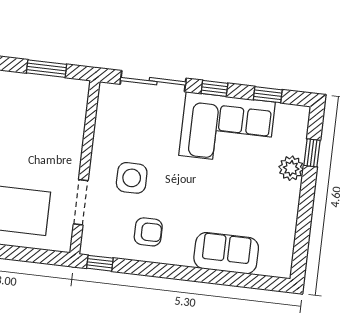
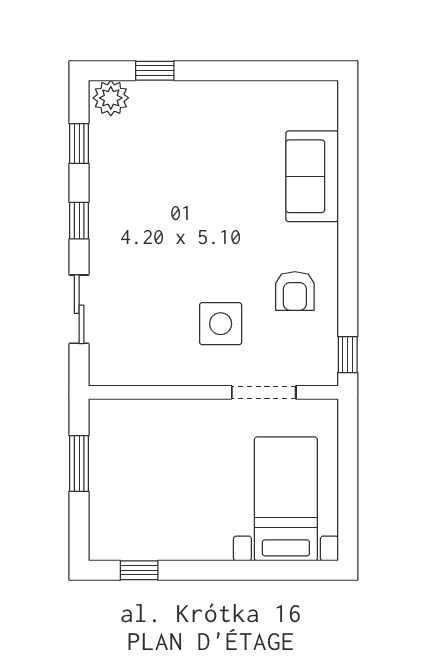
sliding door: (153, 81) -> (79, 309), width x0.73
corner sofa: (227, 129) -> (135, 196), removed
plant: (291, 168) -> (111, 98), moved
armchair: (148, 232) -> (295, 291), turned 180

